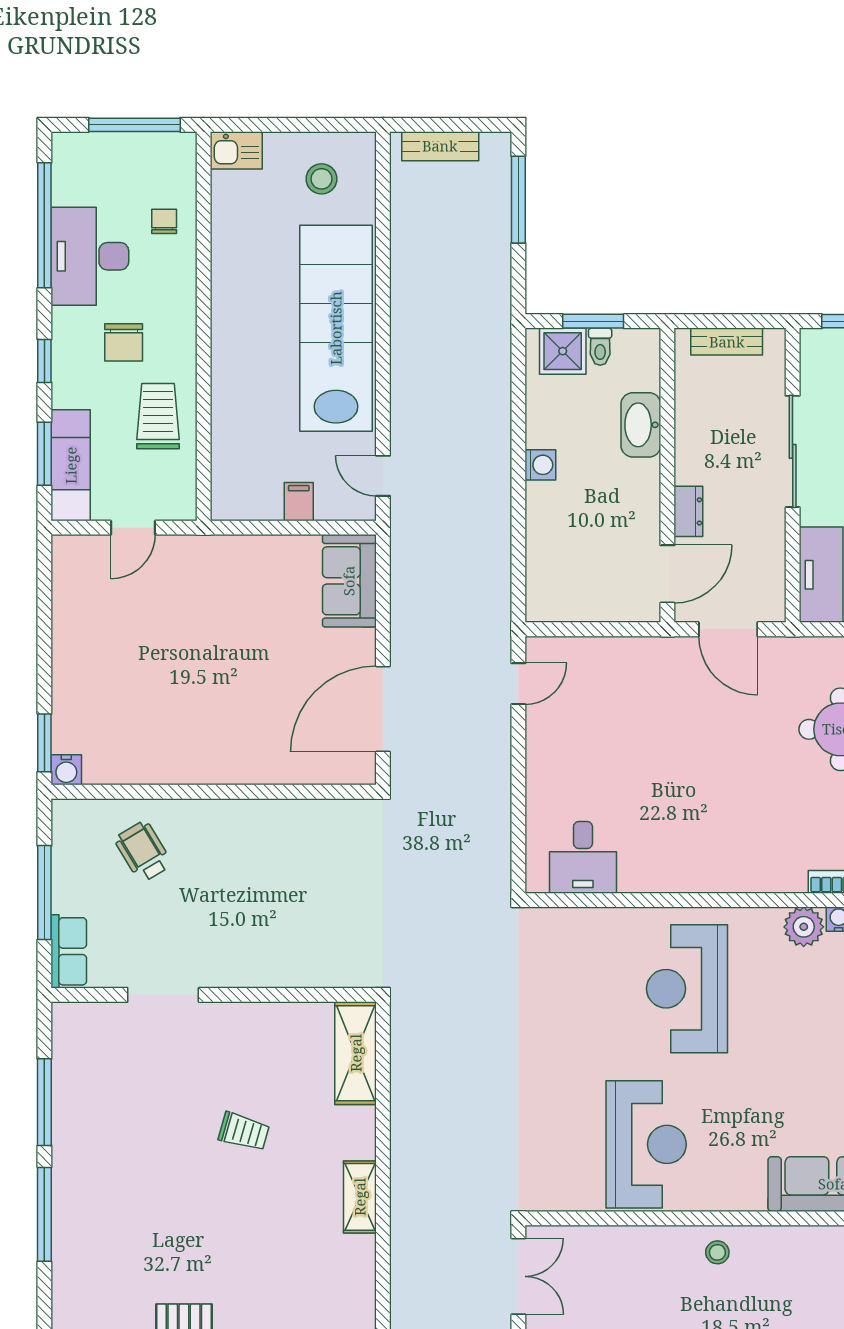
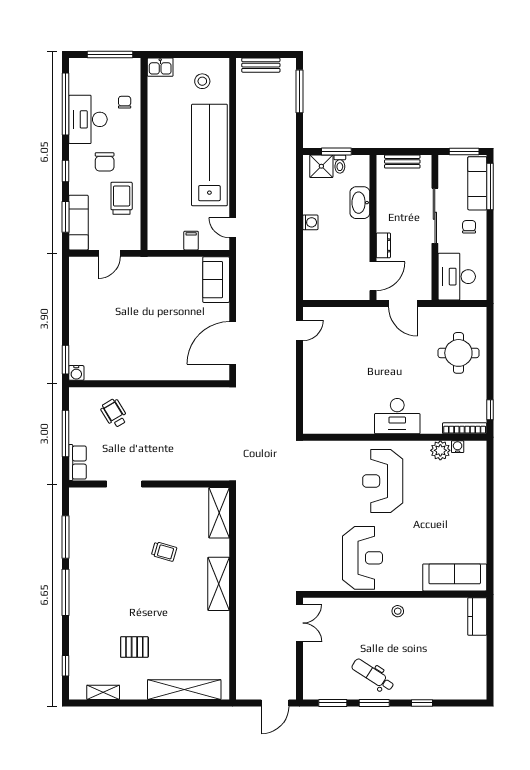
desk: (583, 857) -> (397, 416), moved, width x1.37
shelving: (360, 1197) -> (219, 584), width x1.50, depth x1.33

